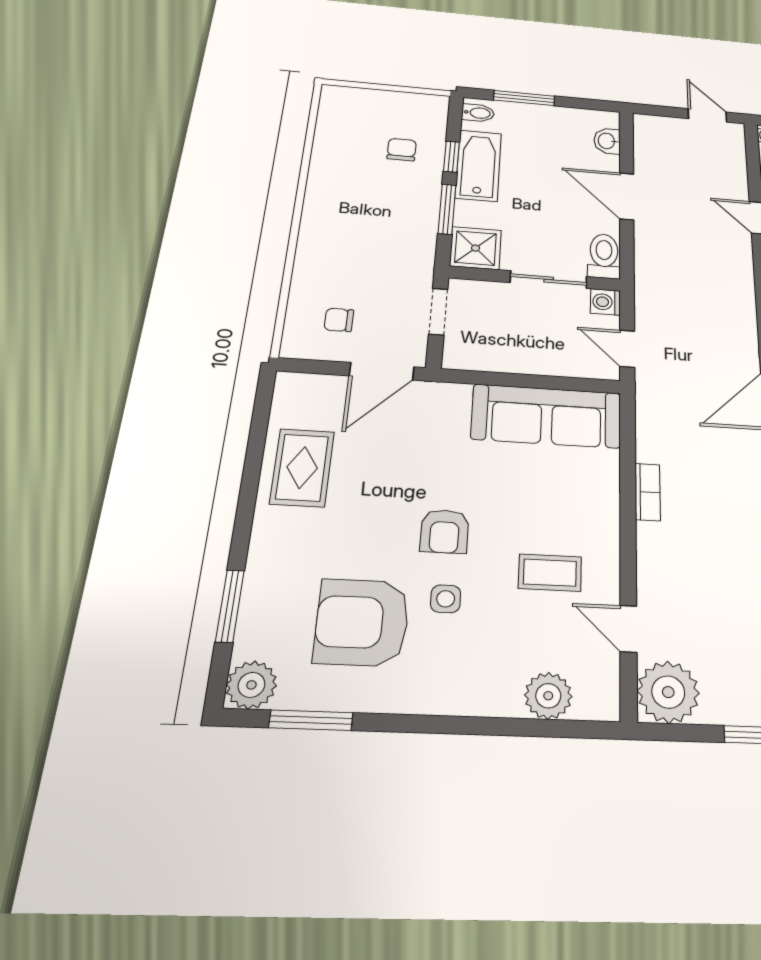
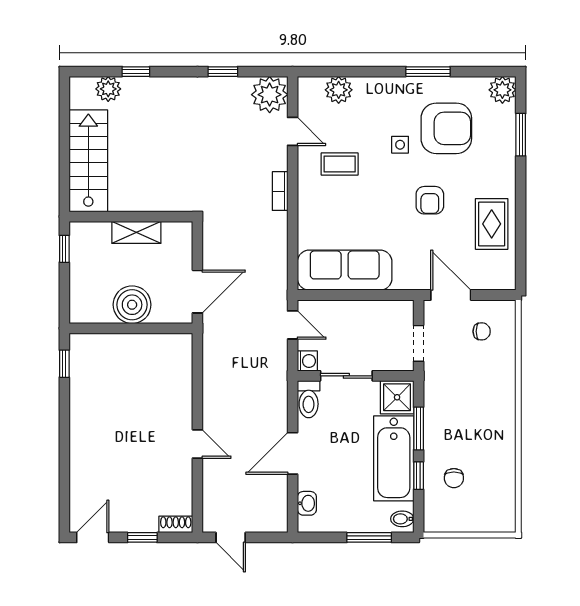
bathtub: (478, 165) -> (394, 458), width x1.36, depth x1.36
door: (627, 196) -> (293, 453), swing flipped
door: (382, 371) -> (451, 295), hinge flipped
bookcase: (648, 492) -> (280, 191), moved
armchair: (445, 531) -> (430, 200), moved, turned 180
window: (311, 720) -> (428, 72), moved

